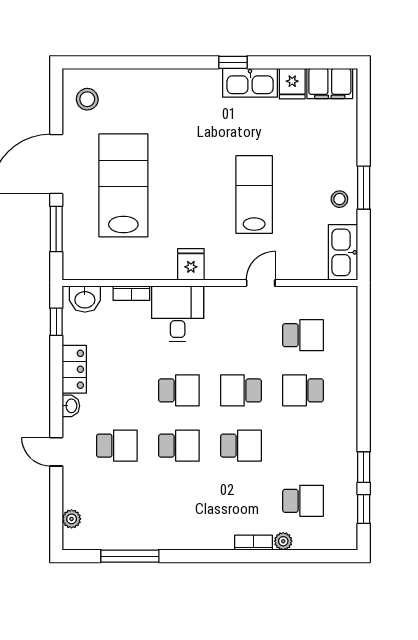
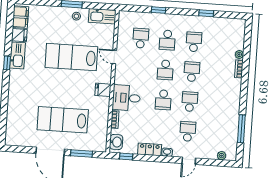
stool: (87, 99) -> (20, 134), removed
lab bench: (254, 195) -> (71, 57), width x1.36, depth x1.39
school desk: (179, 390) -> (163, 100), turned 180
school desk: (303, 501) -> (194, 42), moved
window: (364, 509) -> (159, 10), moved

